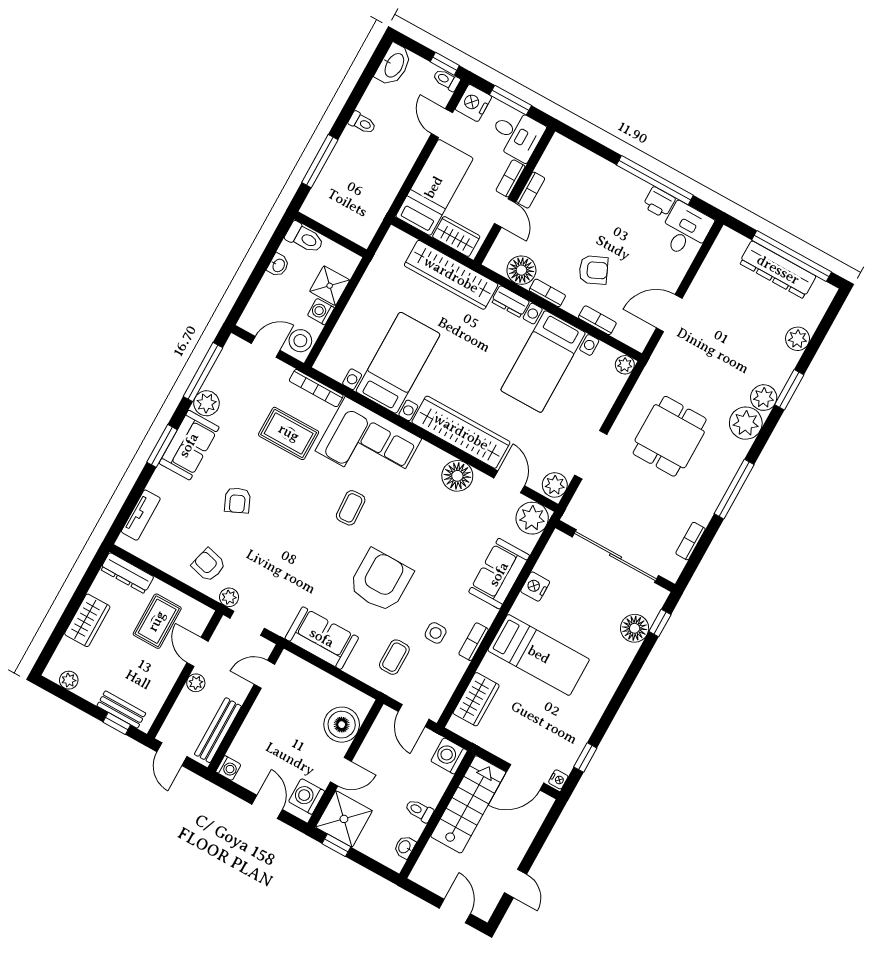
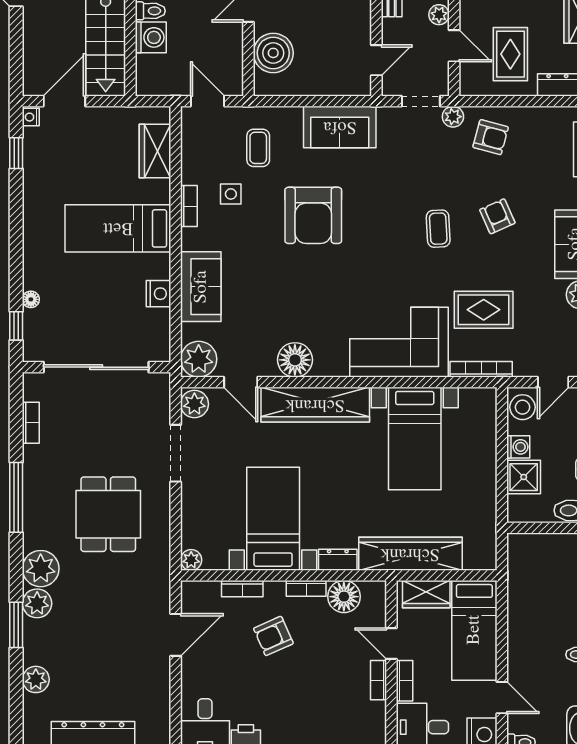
coffee table: (351, 508) -> (438, 229), moved
floor lamp: (635, 628) -> (31, 299), width x0.53, depth x0.53
washing machine: (449, 756) -> (151, 37), moved

